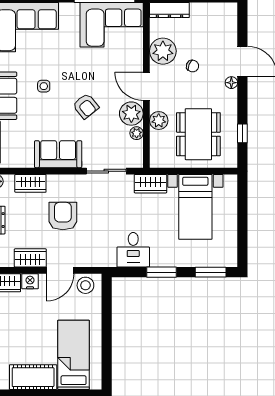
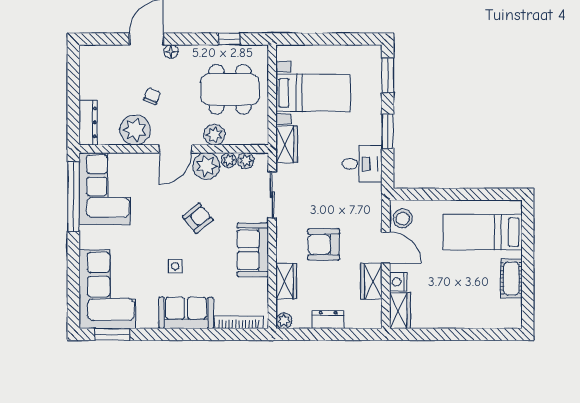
plant: (136, 148) -> (246, 161), added
cot: (33, 377) -> (511, 278), width x0.73, depth x0.75

